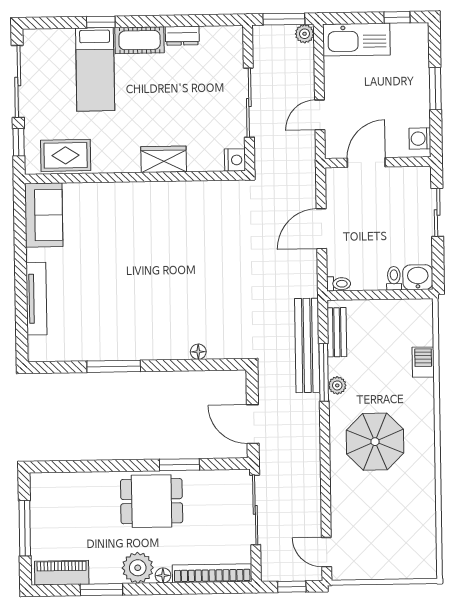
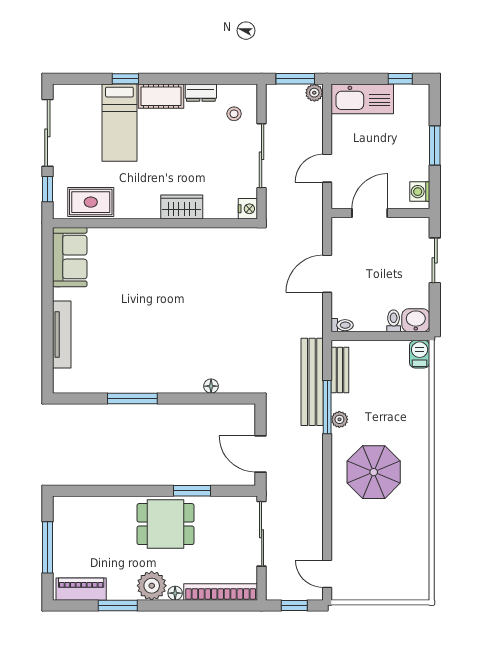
stool: (218, 58) -> (234, 114), added
barbecue: (423, 362) -> (420, 354), moved

